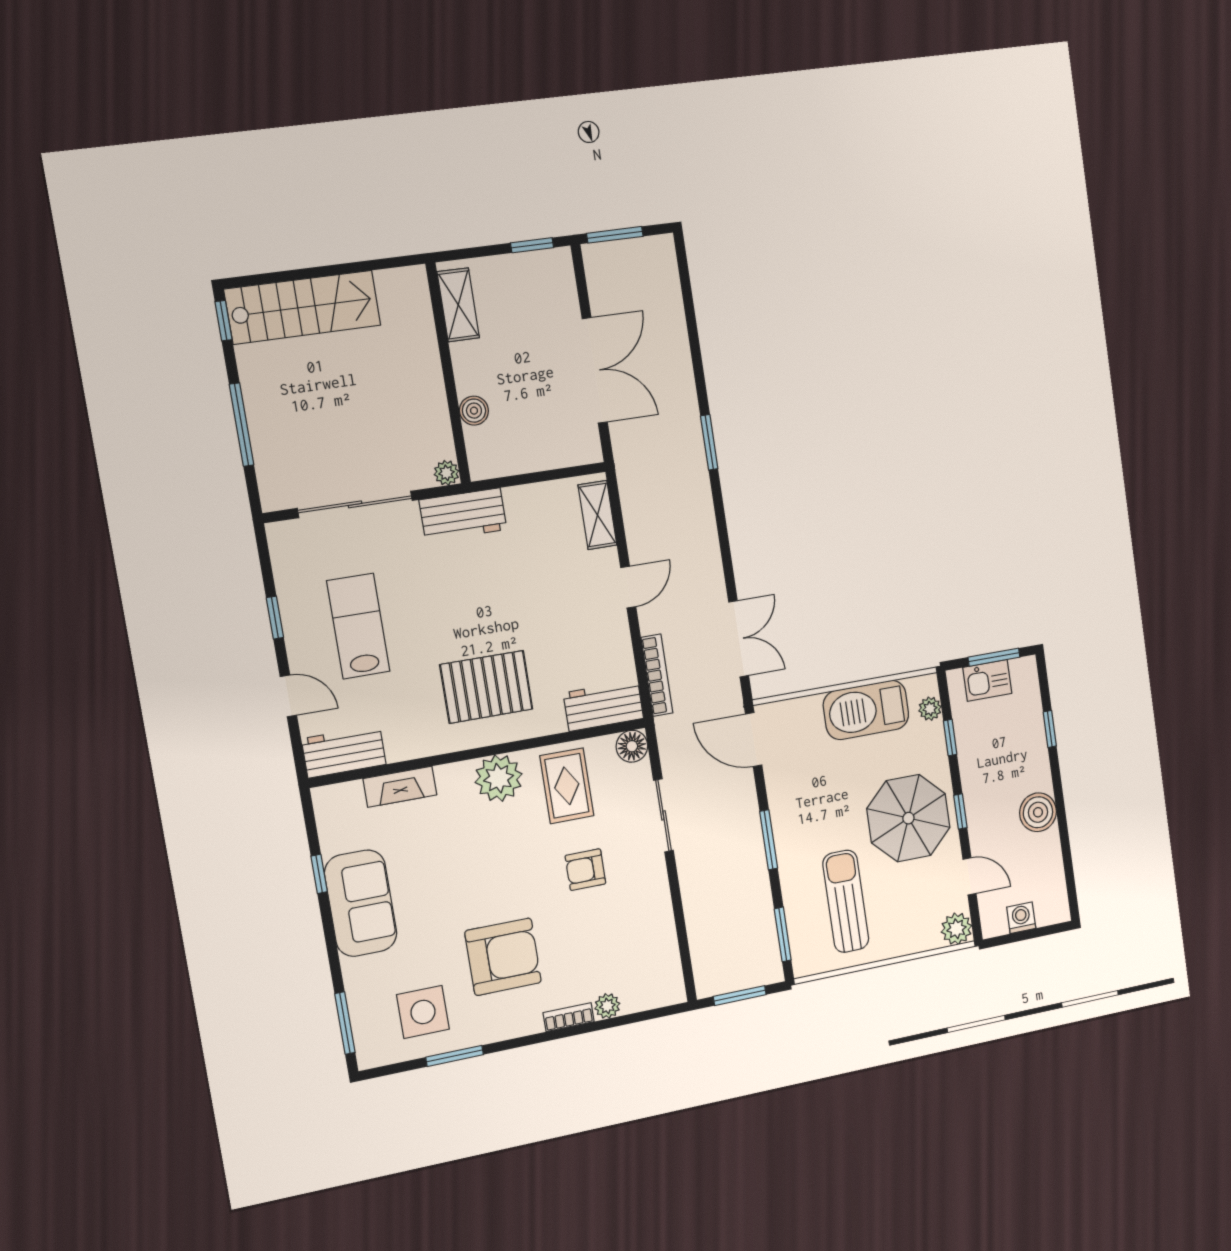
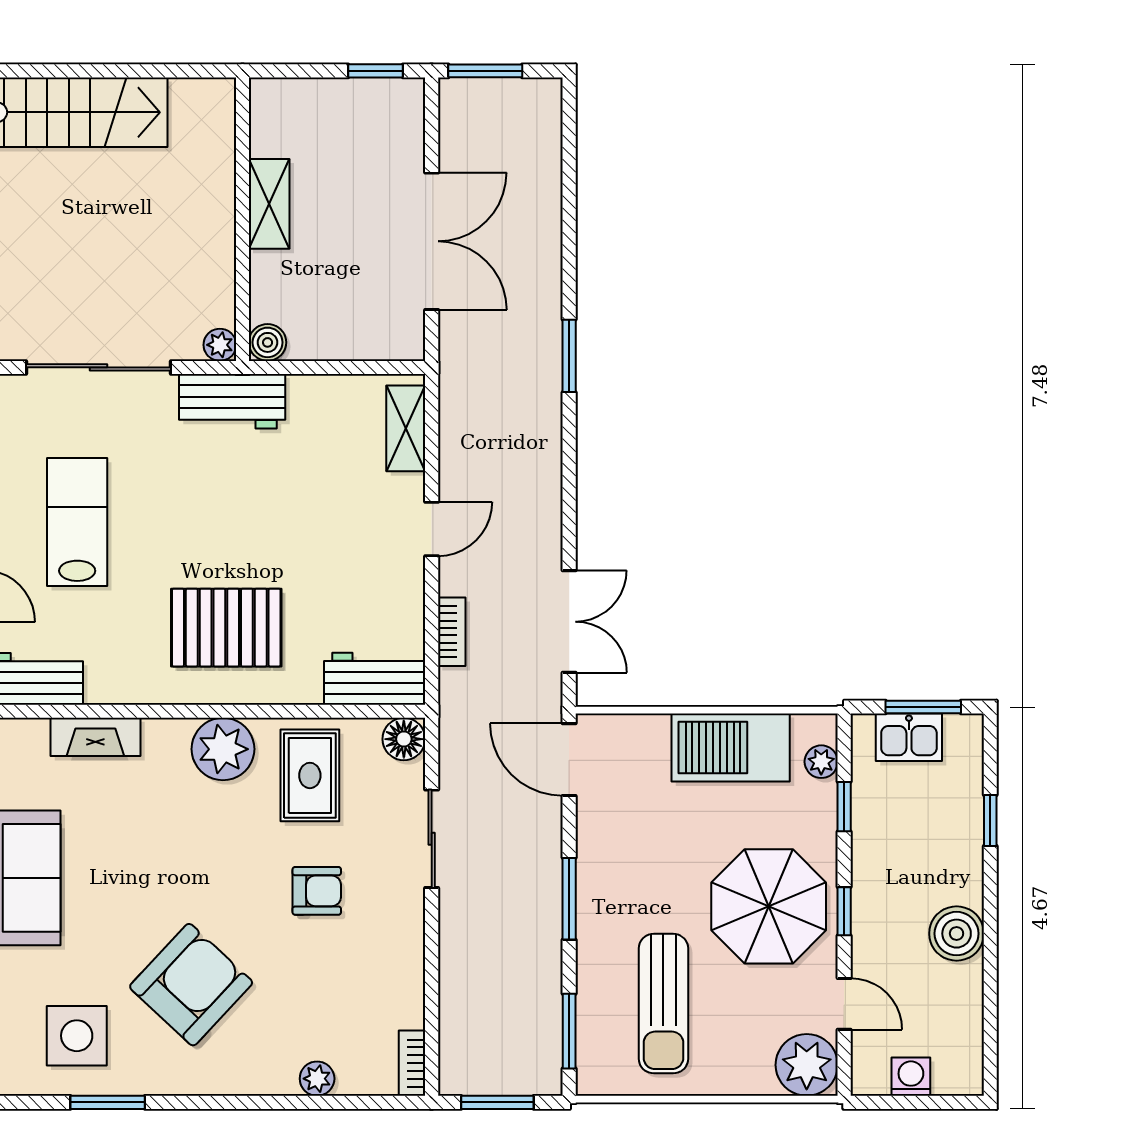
shelving: (458, 305) -> (269, 204), moved
boiler: (474, 411) -> (268, 342), moved
bookcase: (657, 675) -> (452, 632), width x0.64
armchair: (585, 870) -> (317, 891), turned 180
sun lounger: (846, 901) -> (663, 1004), turned 180
plant: (956, 929) -> (807, 1065), width x1.36, depth x1.36
armchair: (503, 957) -> (191, 985), turned -47
bookcase: (569, 1017) -> (412, 1063), moved, turned -90

